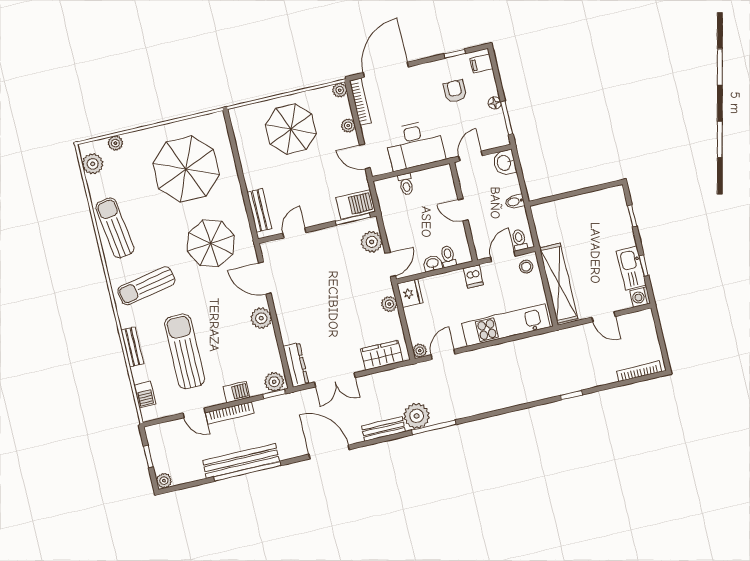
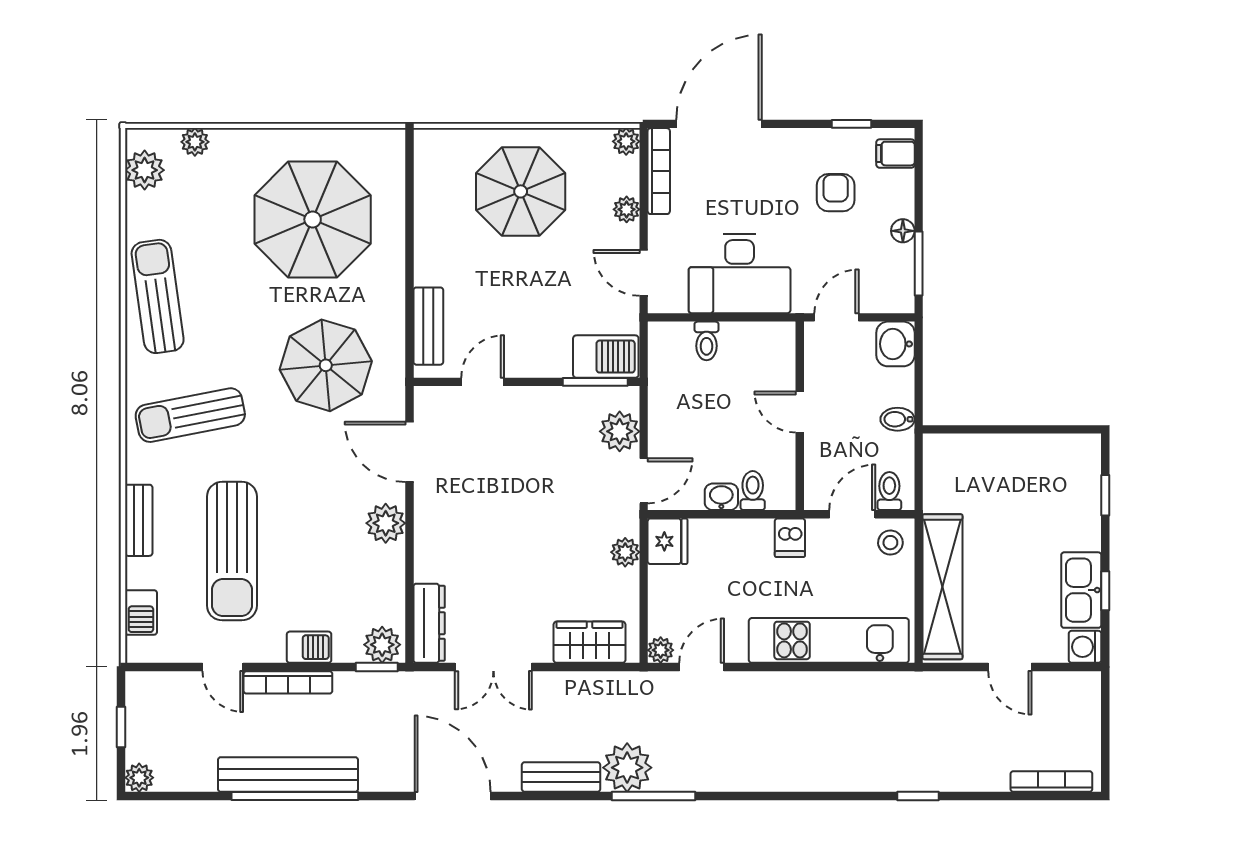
sun lounger: (185, 351) -> (232, 551), turned 180

